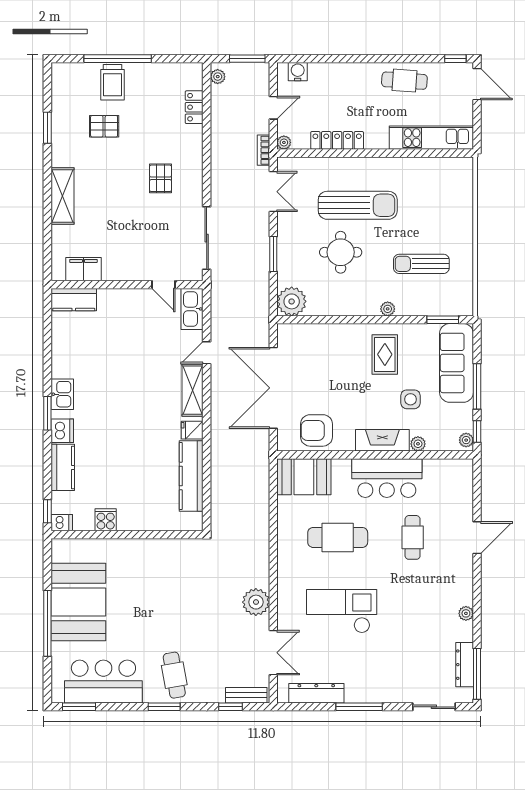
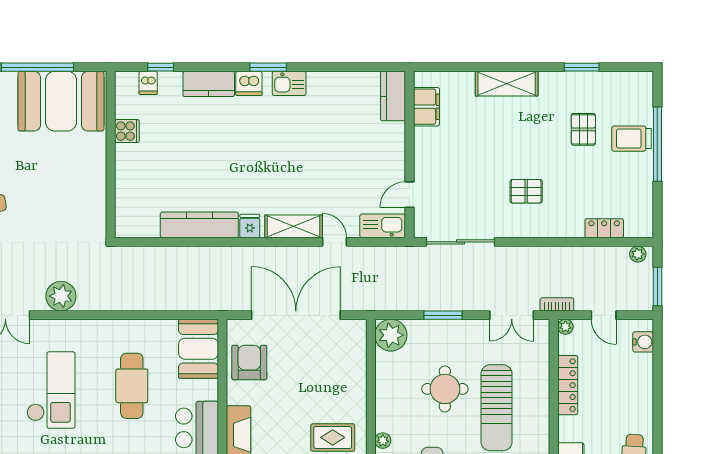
cooker: (106, 520) -> (127, 131), moved
wall: (127, 535) -> (111, 155), moved

